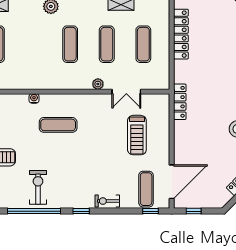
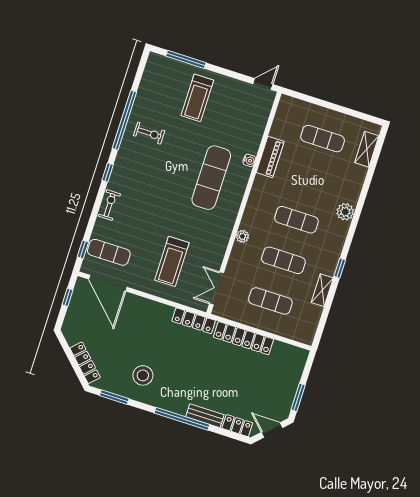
locker: (181, 34) -> (243, 338), moved
piano: (26, 82) -> (270, 157), added
double door: (126, 92) -> (217, 288), moved
exercise mat: (58, 125) -> (211, 178), width x1.36, depth x1.45
treadmill: (137, 135) -> (172, 261), turned -90
exercise bike: (38, 187) -> (149, 133), width x0.73, depth x0.72

